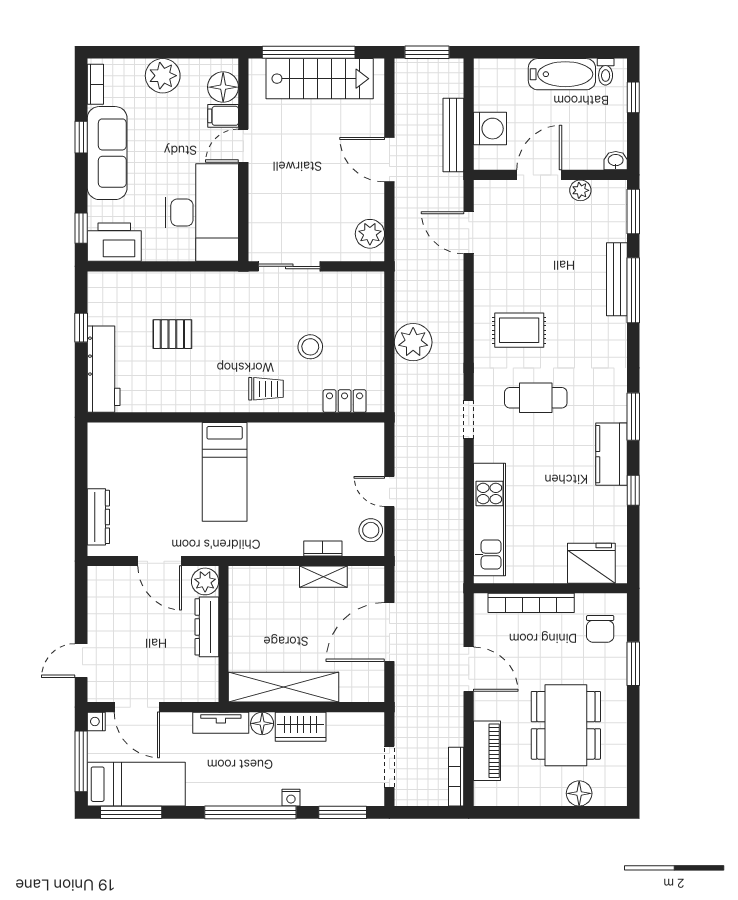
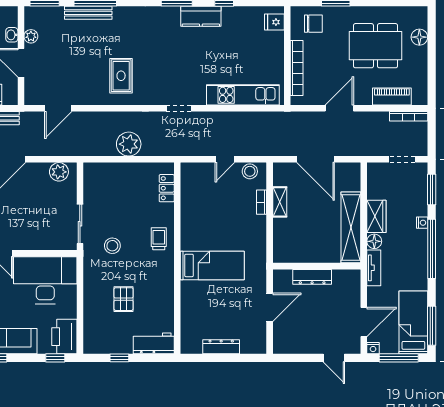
washbasin: (616, 161) -> (12, 35), moved
stool: (310, 347) -> (112, 246), moved
workbench: (104, 369) -> (154, 343), width x0.73
cafe table: (536, 398) -> (165, 65), removed
dresser: (98, 517) -> (221, 347), moved
fridge: (591, 563) -> (274, 22), width x0.53, depth x0.75
plant: (205, 581) -> (283, 278), removed

